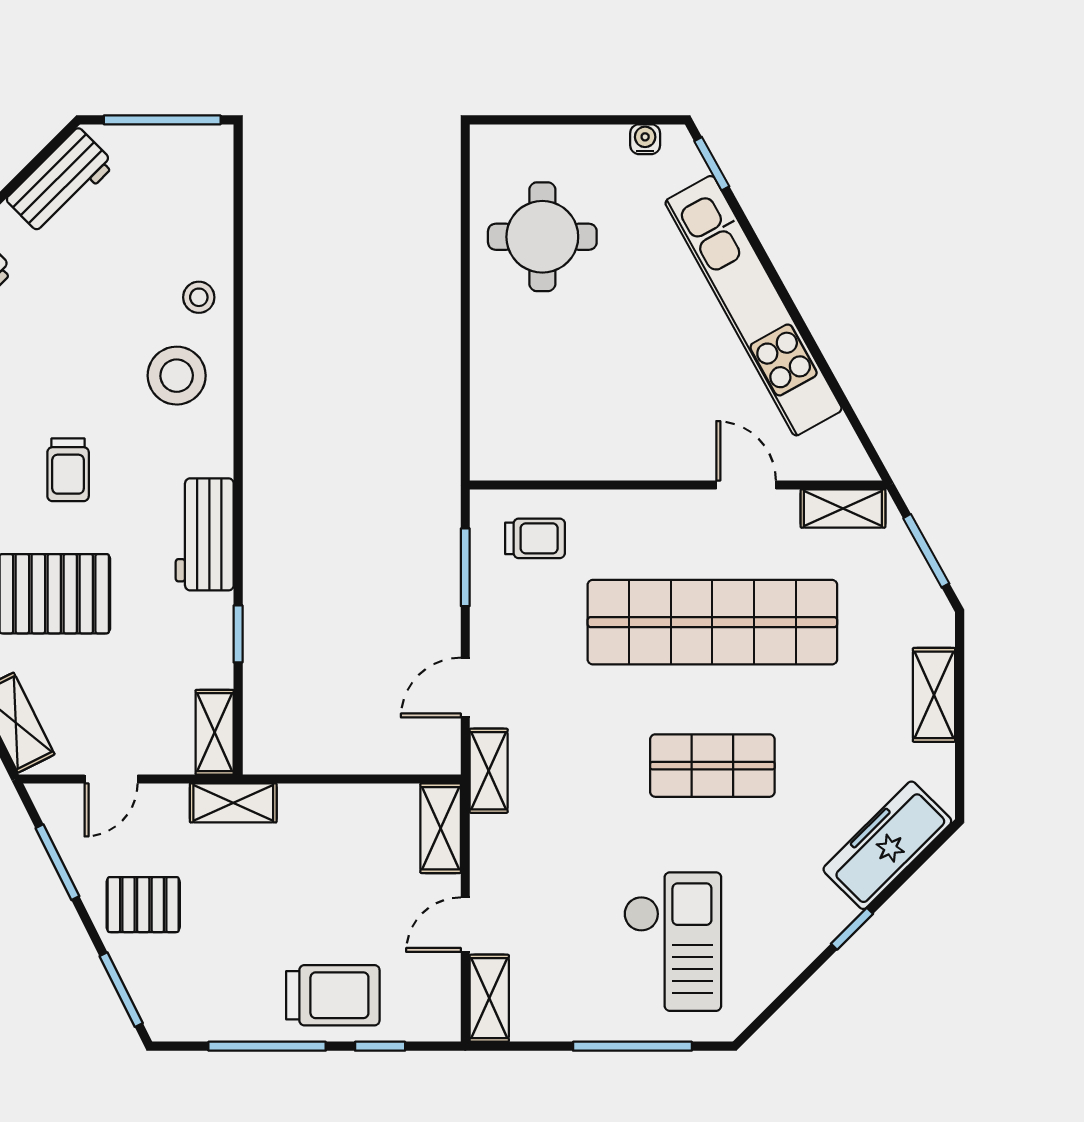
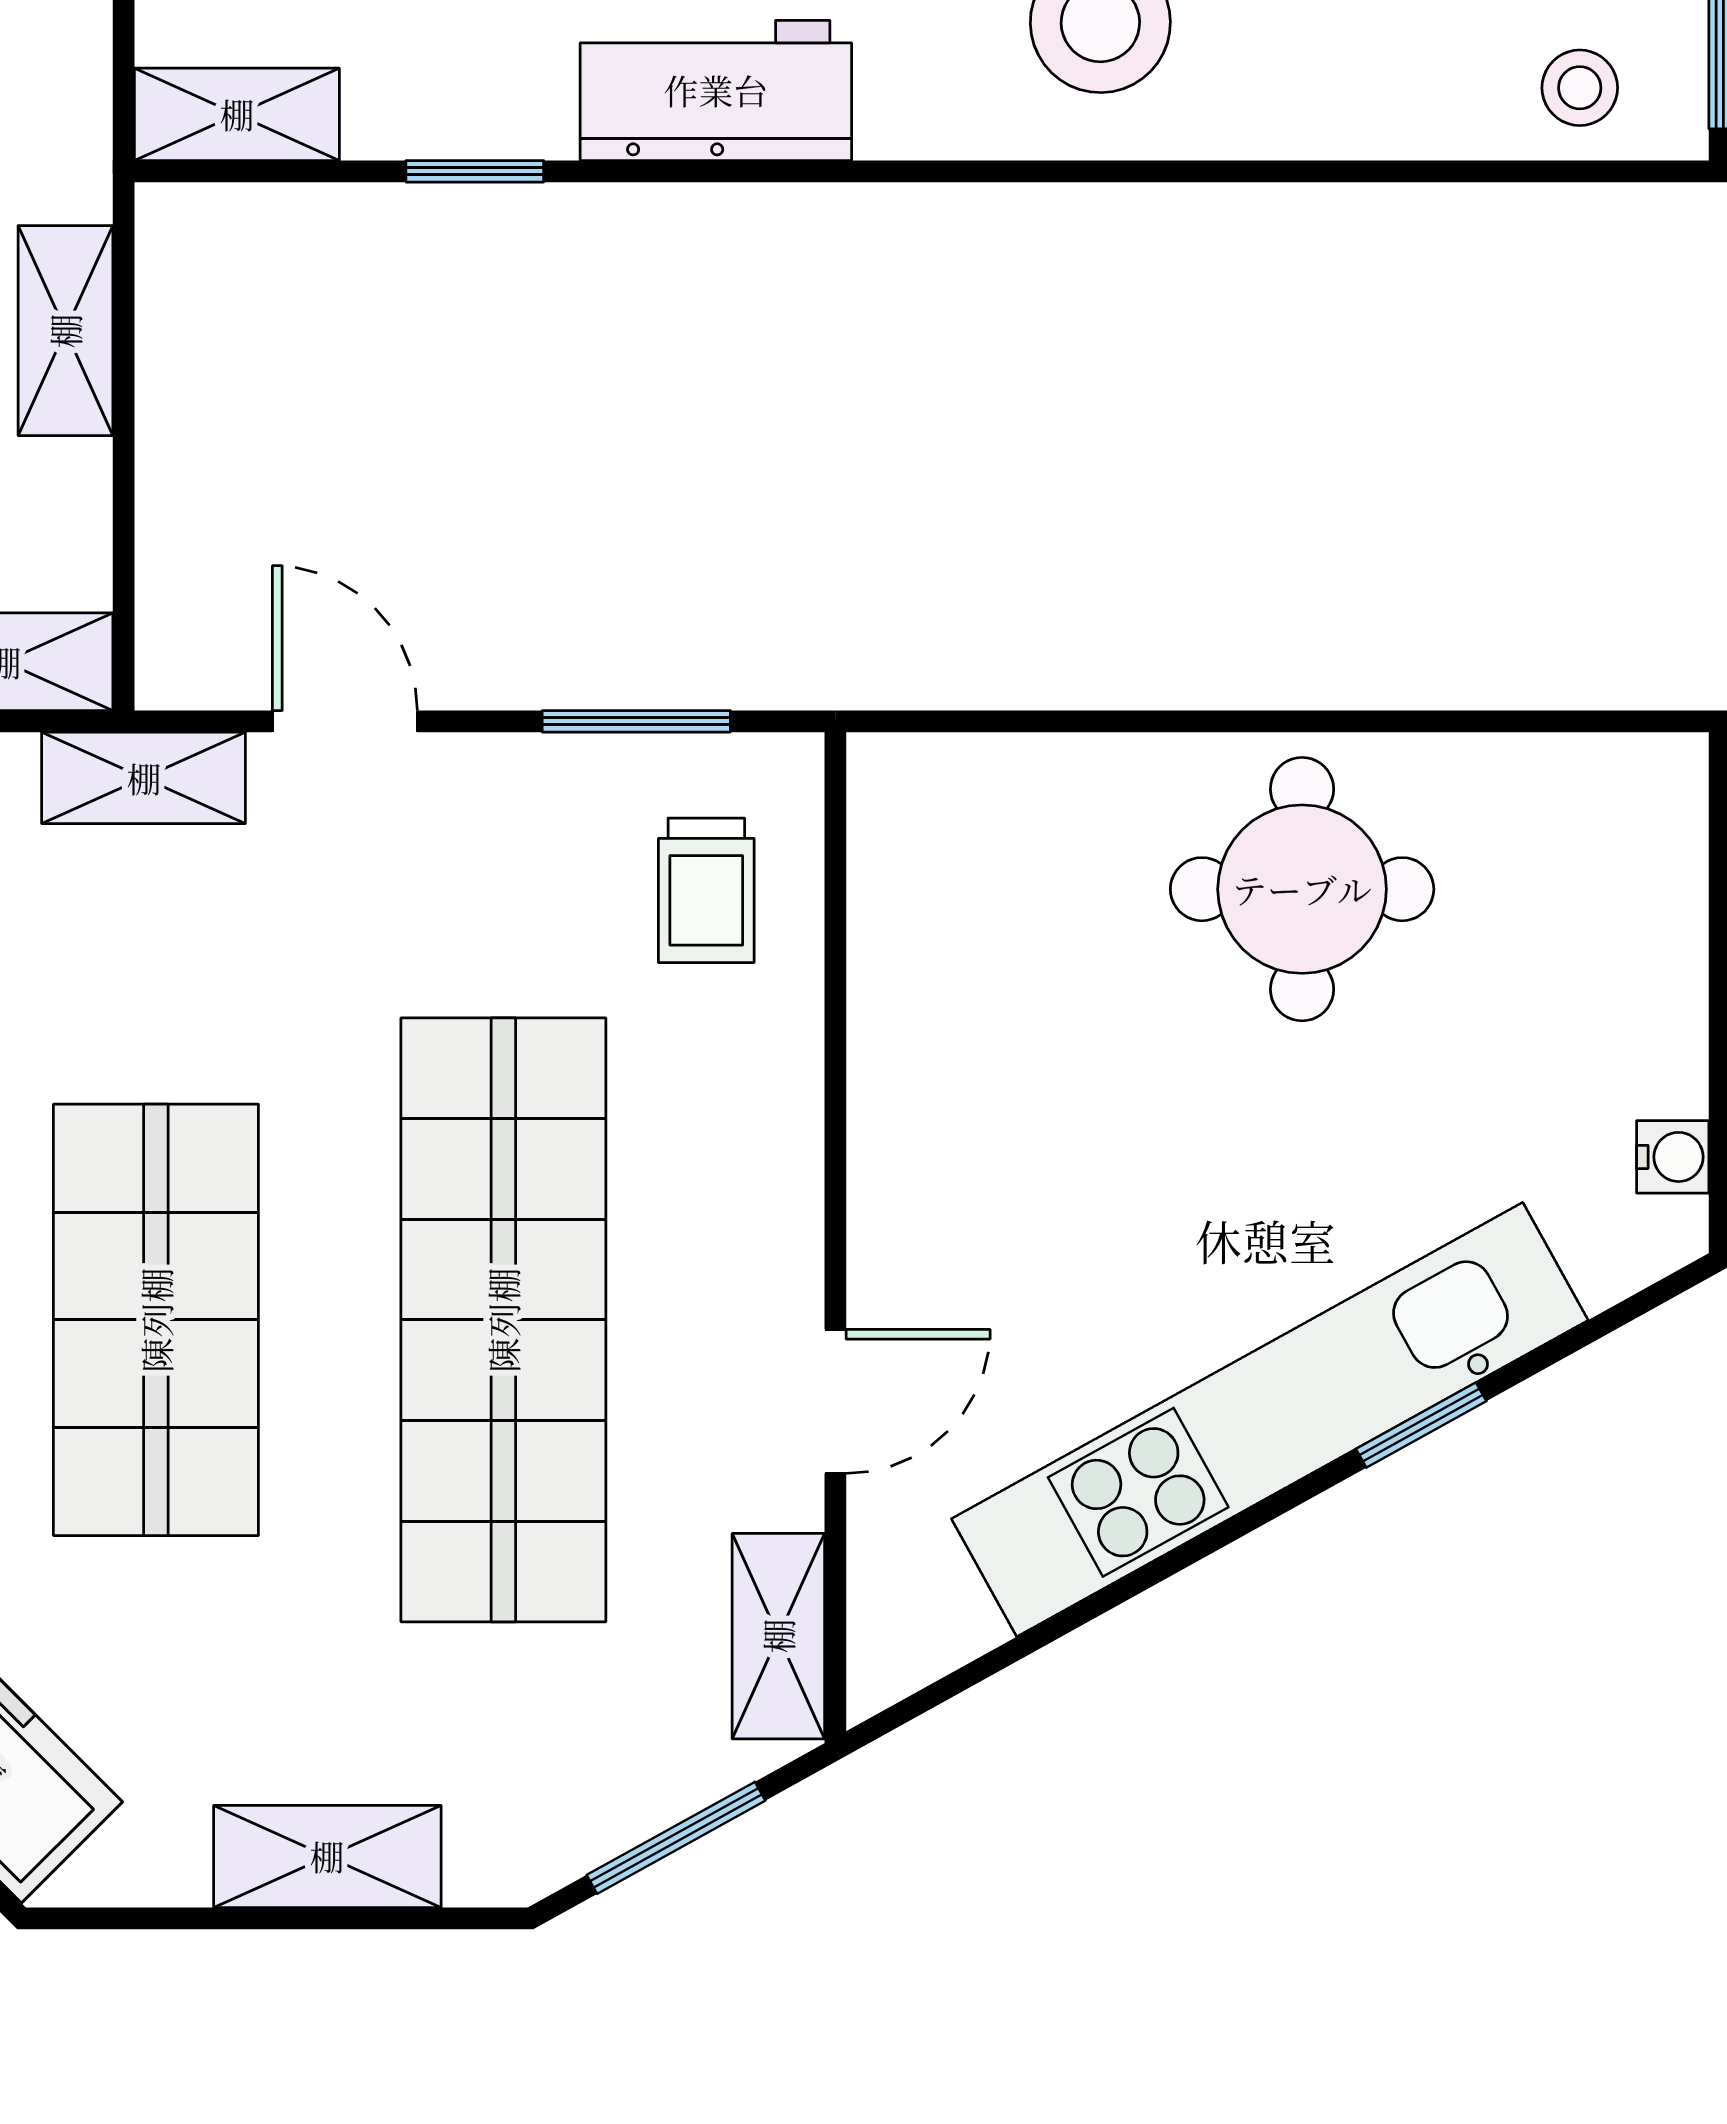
window: (712, 164) -> (1421, 1425), moved
round table: (542, 237) -> (1302, 889), moved
stool: (199, 297) -> (1580, 88), moved
shop shelf: (712, 766) -> (156, 1320), width x1.43, depth x1.36
shelving: (233, 803) -> (65, 331), moved

